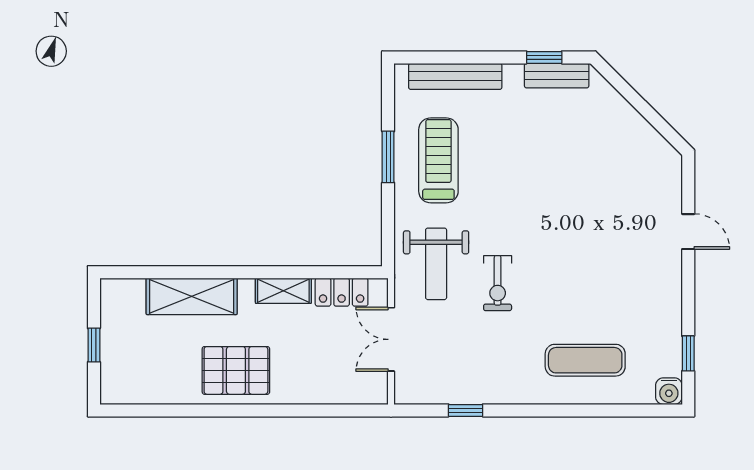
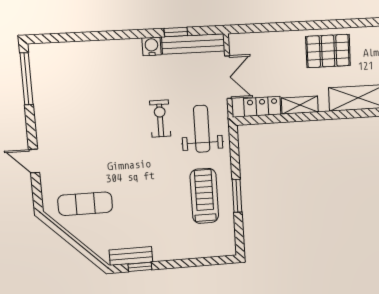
bench: (455, 76) -> (193, 44), moved
treadmill: (438, 160) -> (204, 196), turned 180
window: (688, 353) -> (27, 79), width x2.17
exercise mat: (585, 360) -> (85, 204), moved
water cooler: (669, 391) -> (152, 46), moved

